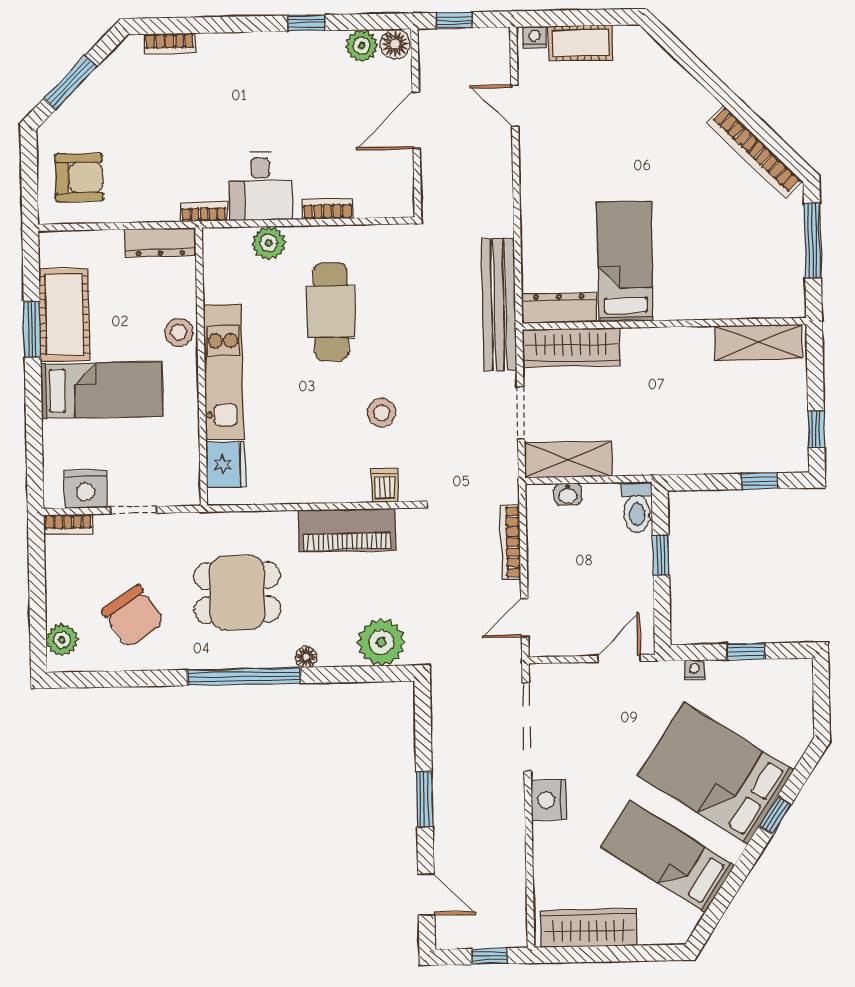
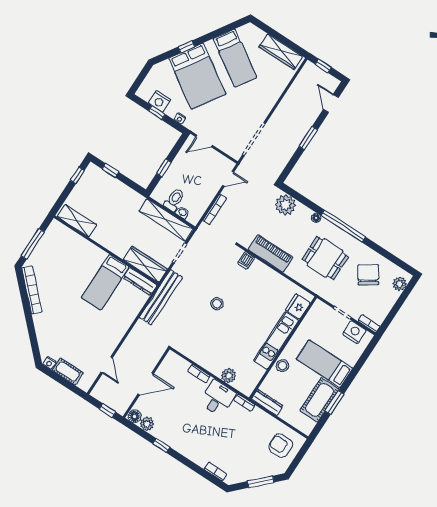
nightstand: (534, 37) -> (49, 363), moved
cafe table: (331, 312) -> (223, 336), removed
stool: (382, 413) -> (217, 304), moved
shelving: (568, 460) -> (166, 220), width x1.47
toilet: (637, 507) -> (174, 200), moved
nightstand: (549, 800) -> (160, 101), moved, turned 90

